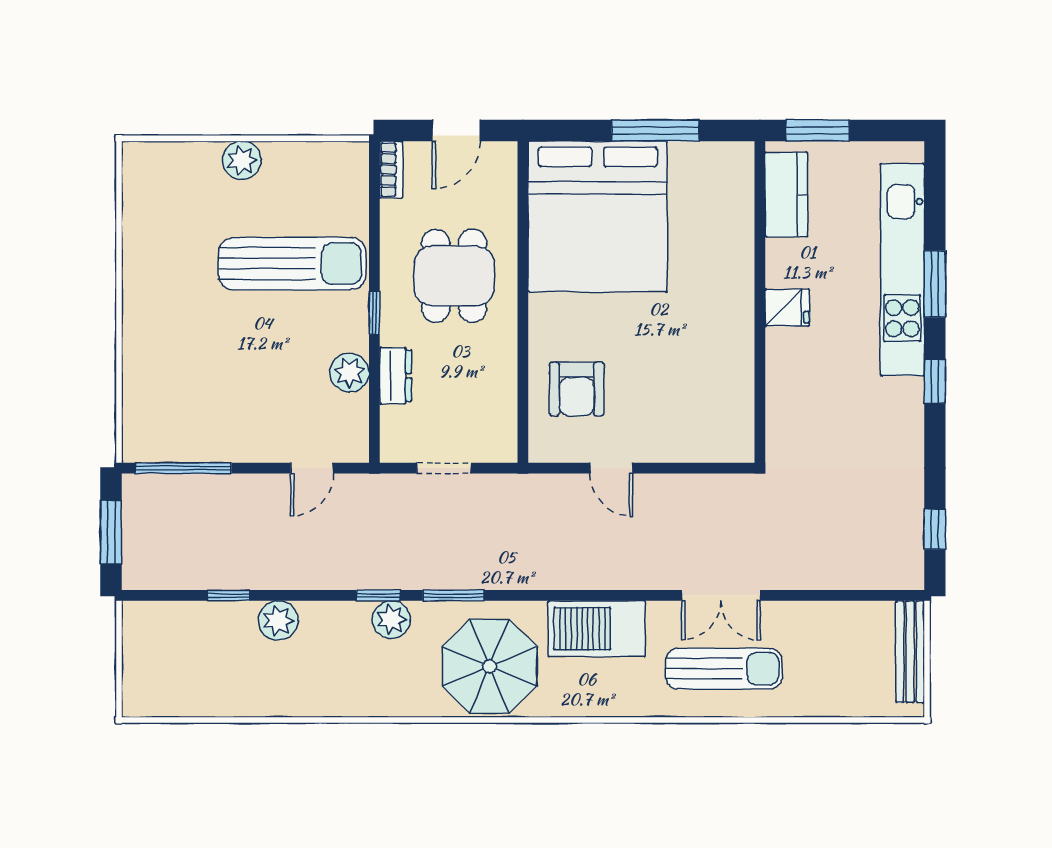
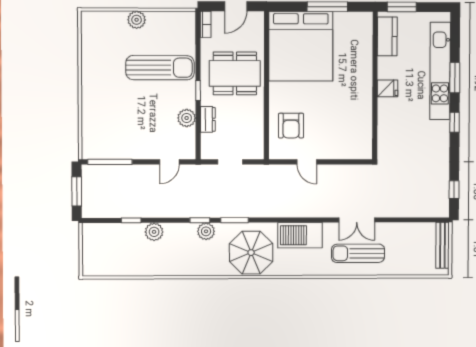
dining table: (454, 276) -> (235, 73), width x1.38
sun lounger: (724, 669) -> (358, 253), turned 180

